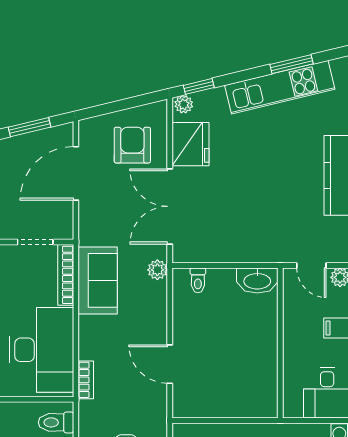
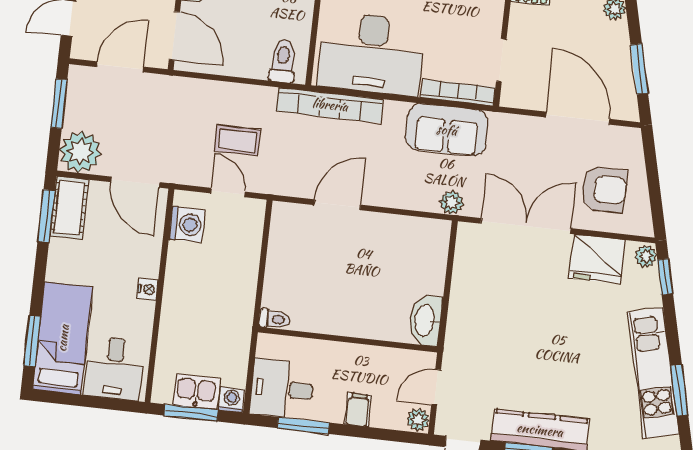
toilet: (198, 280) -> (274, 319), moved, turned 180
bookcase: (86, 380) -> (330, 105), width x2.31, depth x1.31

